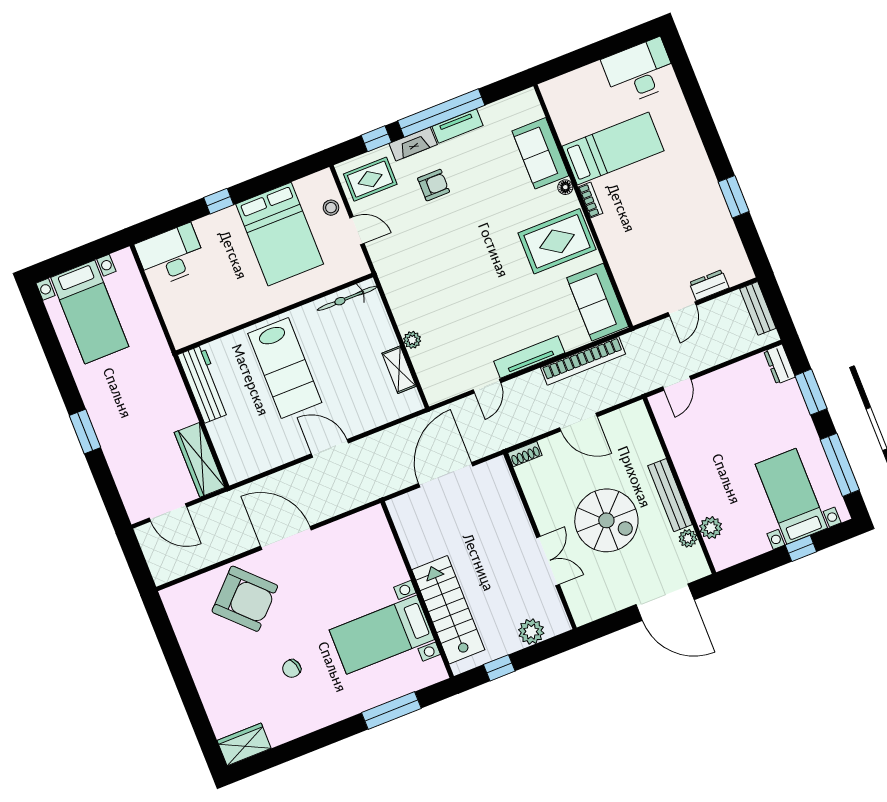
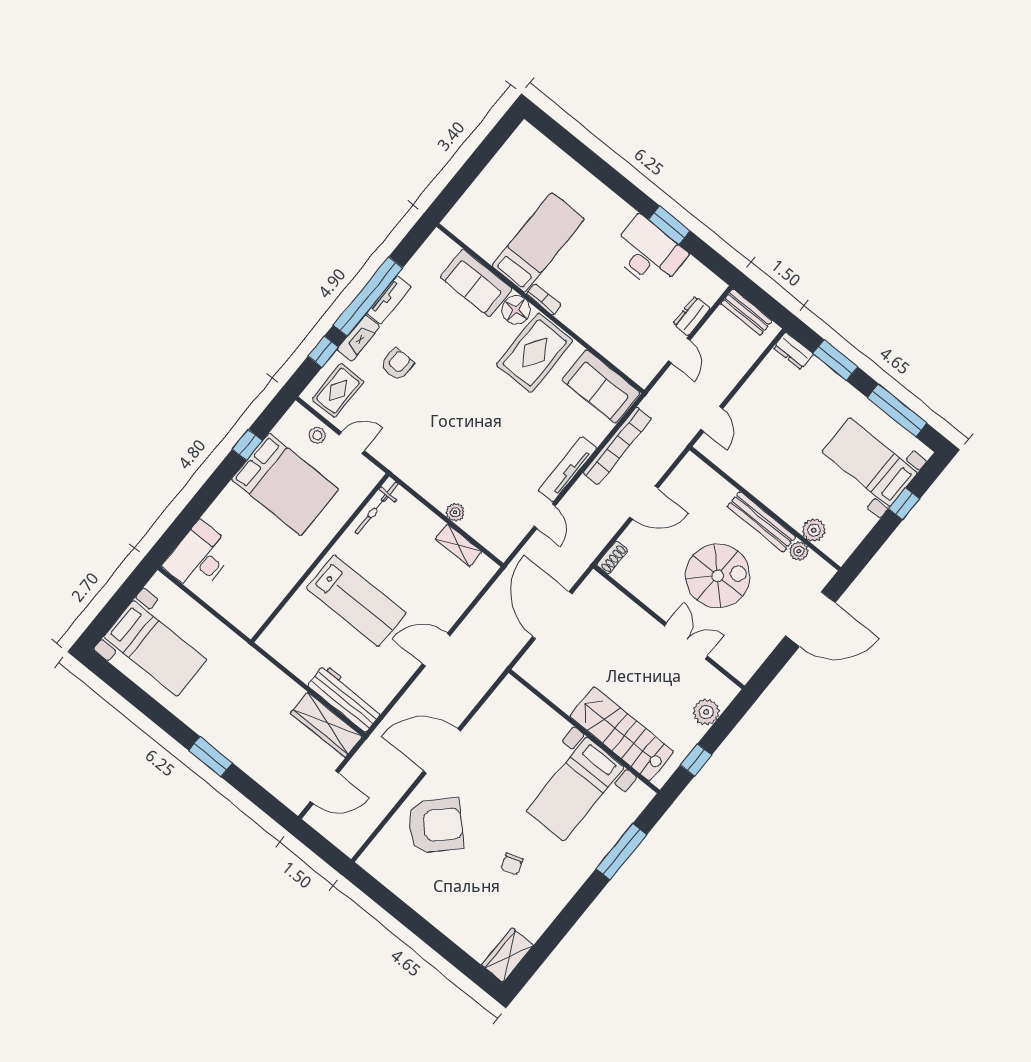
desk: (640, 71) -> (648, 253), moved, turned 90
floor lamp: (565, 187) -> (516, 310), width x1.89, depth x1.89
window: (219, 201) -> (247, 445), moved
workbench: (204, 384) -> (345, 698), moved

